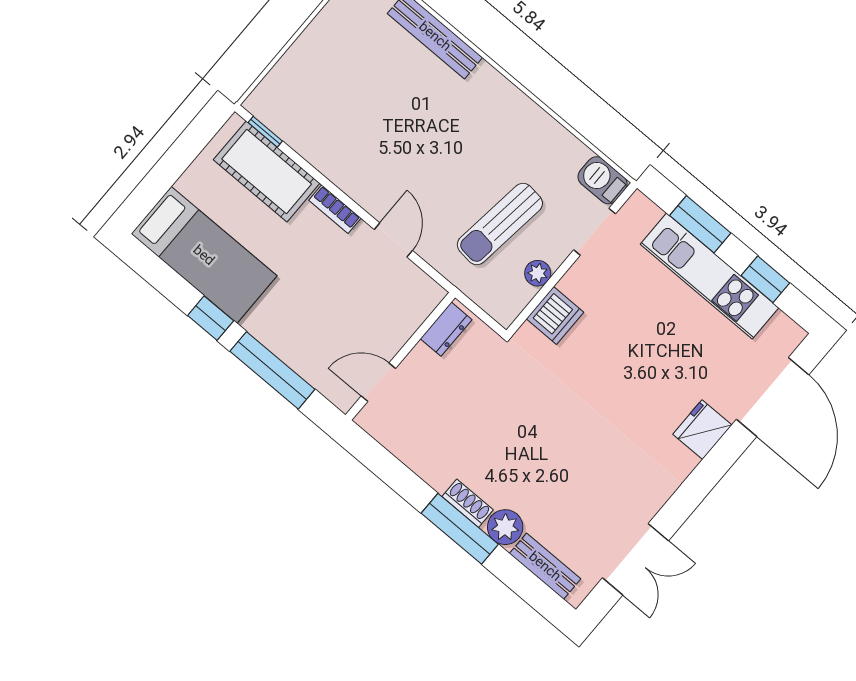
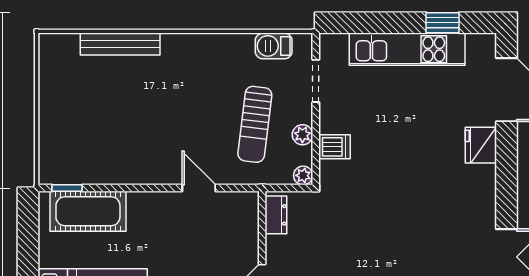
barbecue: (603, 180) -> (274, 46), moved
bookcase: (335, 209) -> (148, 199), removed
window: (700, 224) -> (375, 23), removed
plant: (505, 313) -> (303, 175), added
dishwasher: (555, 316) -> (334, 147), width x0.73

